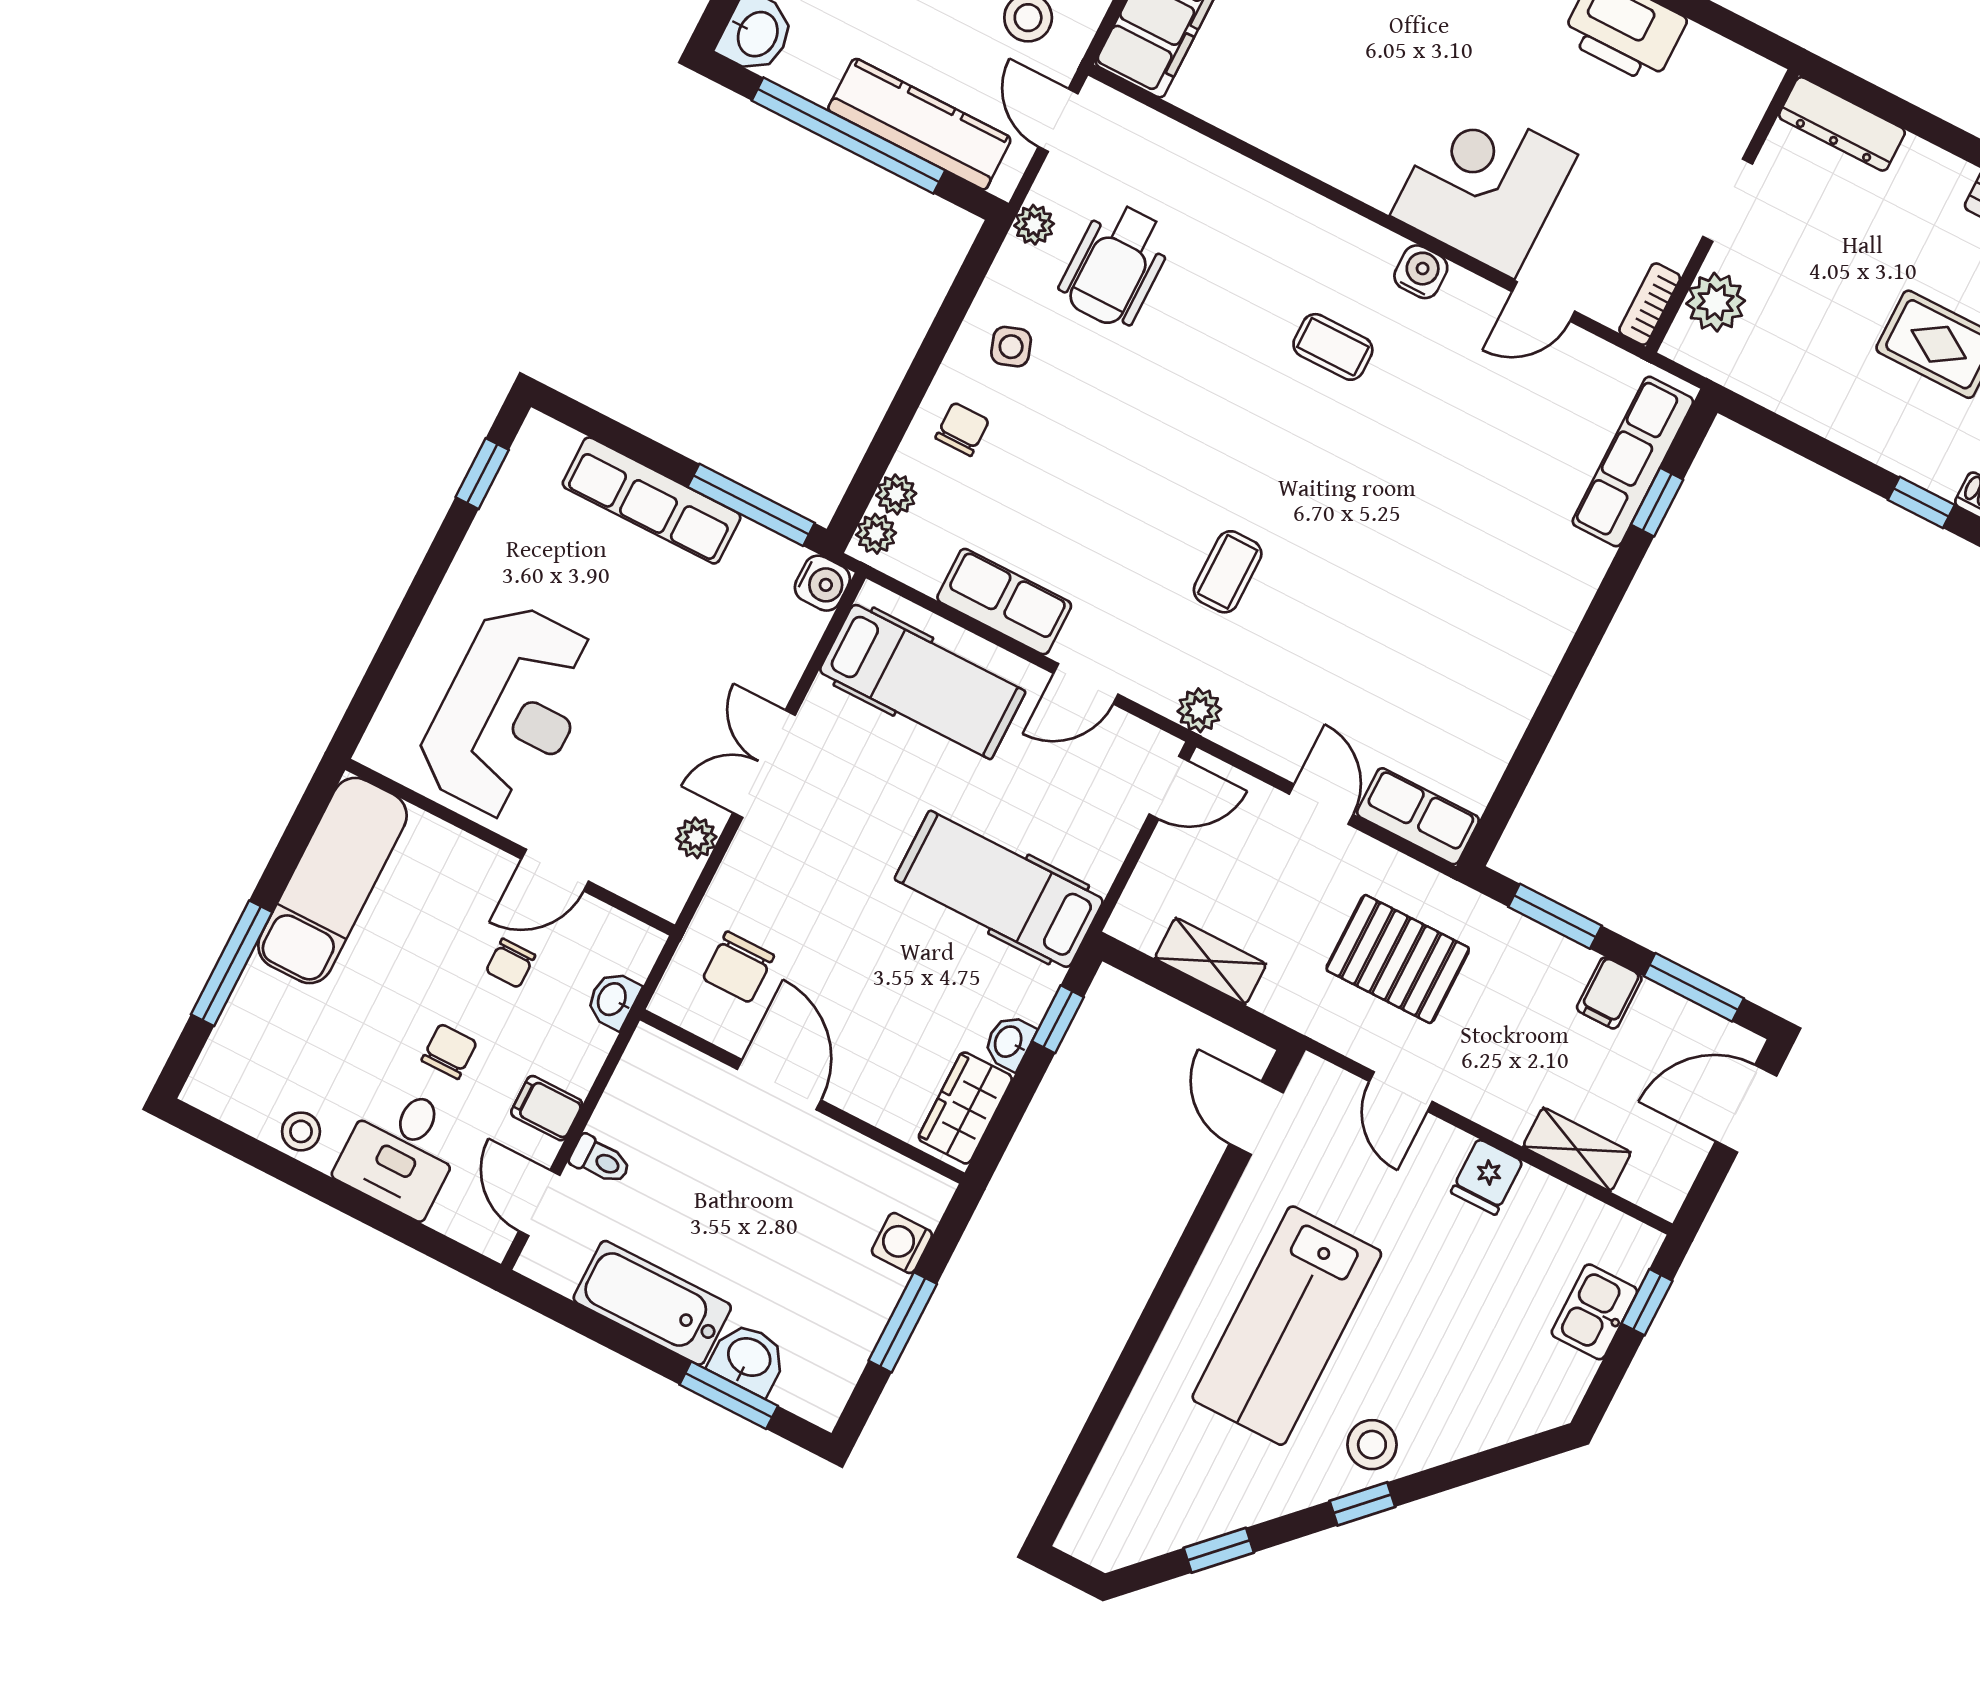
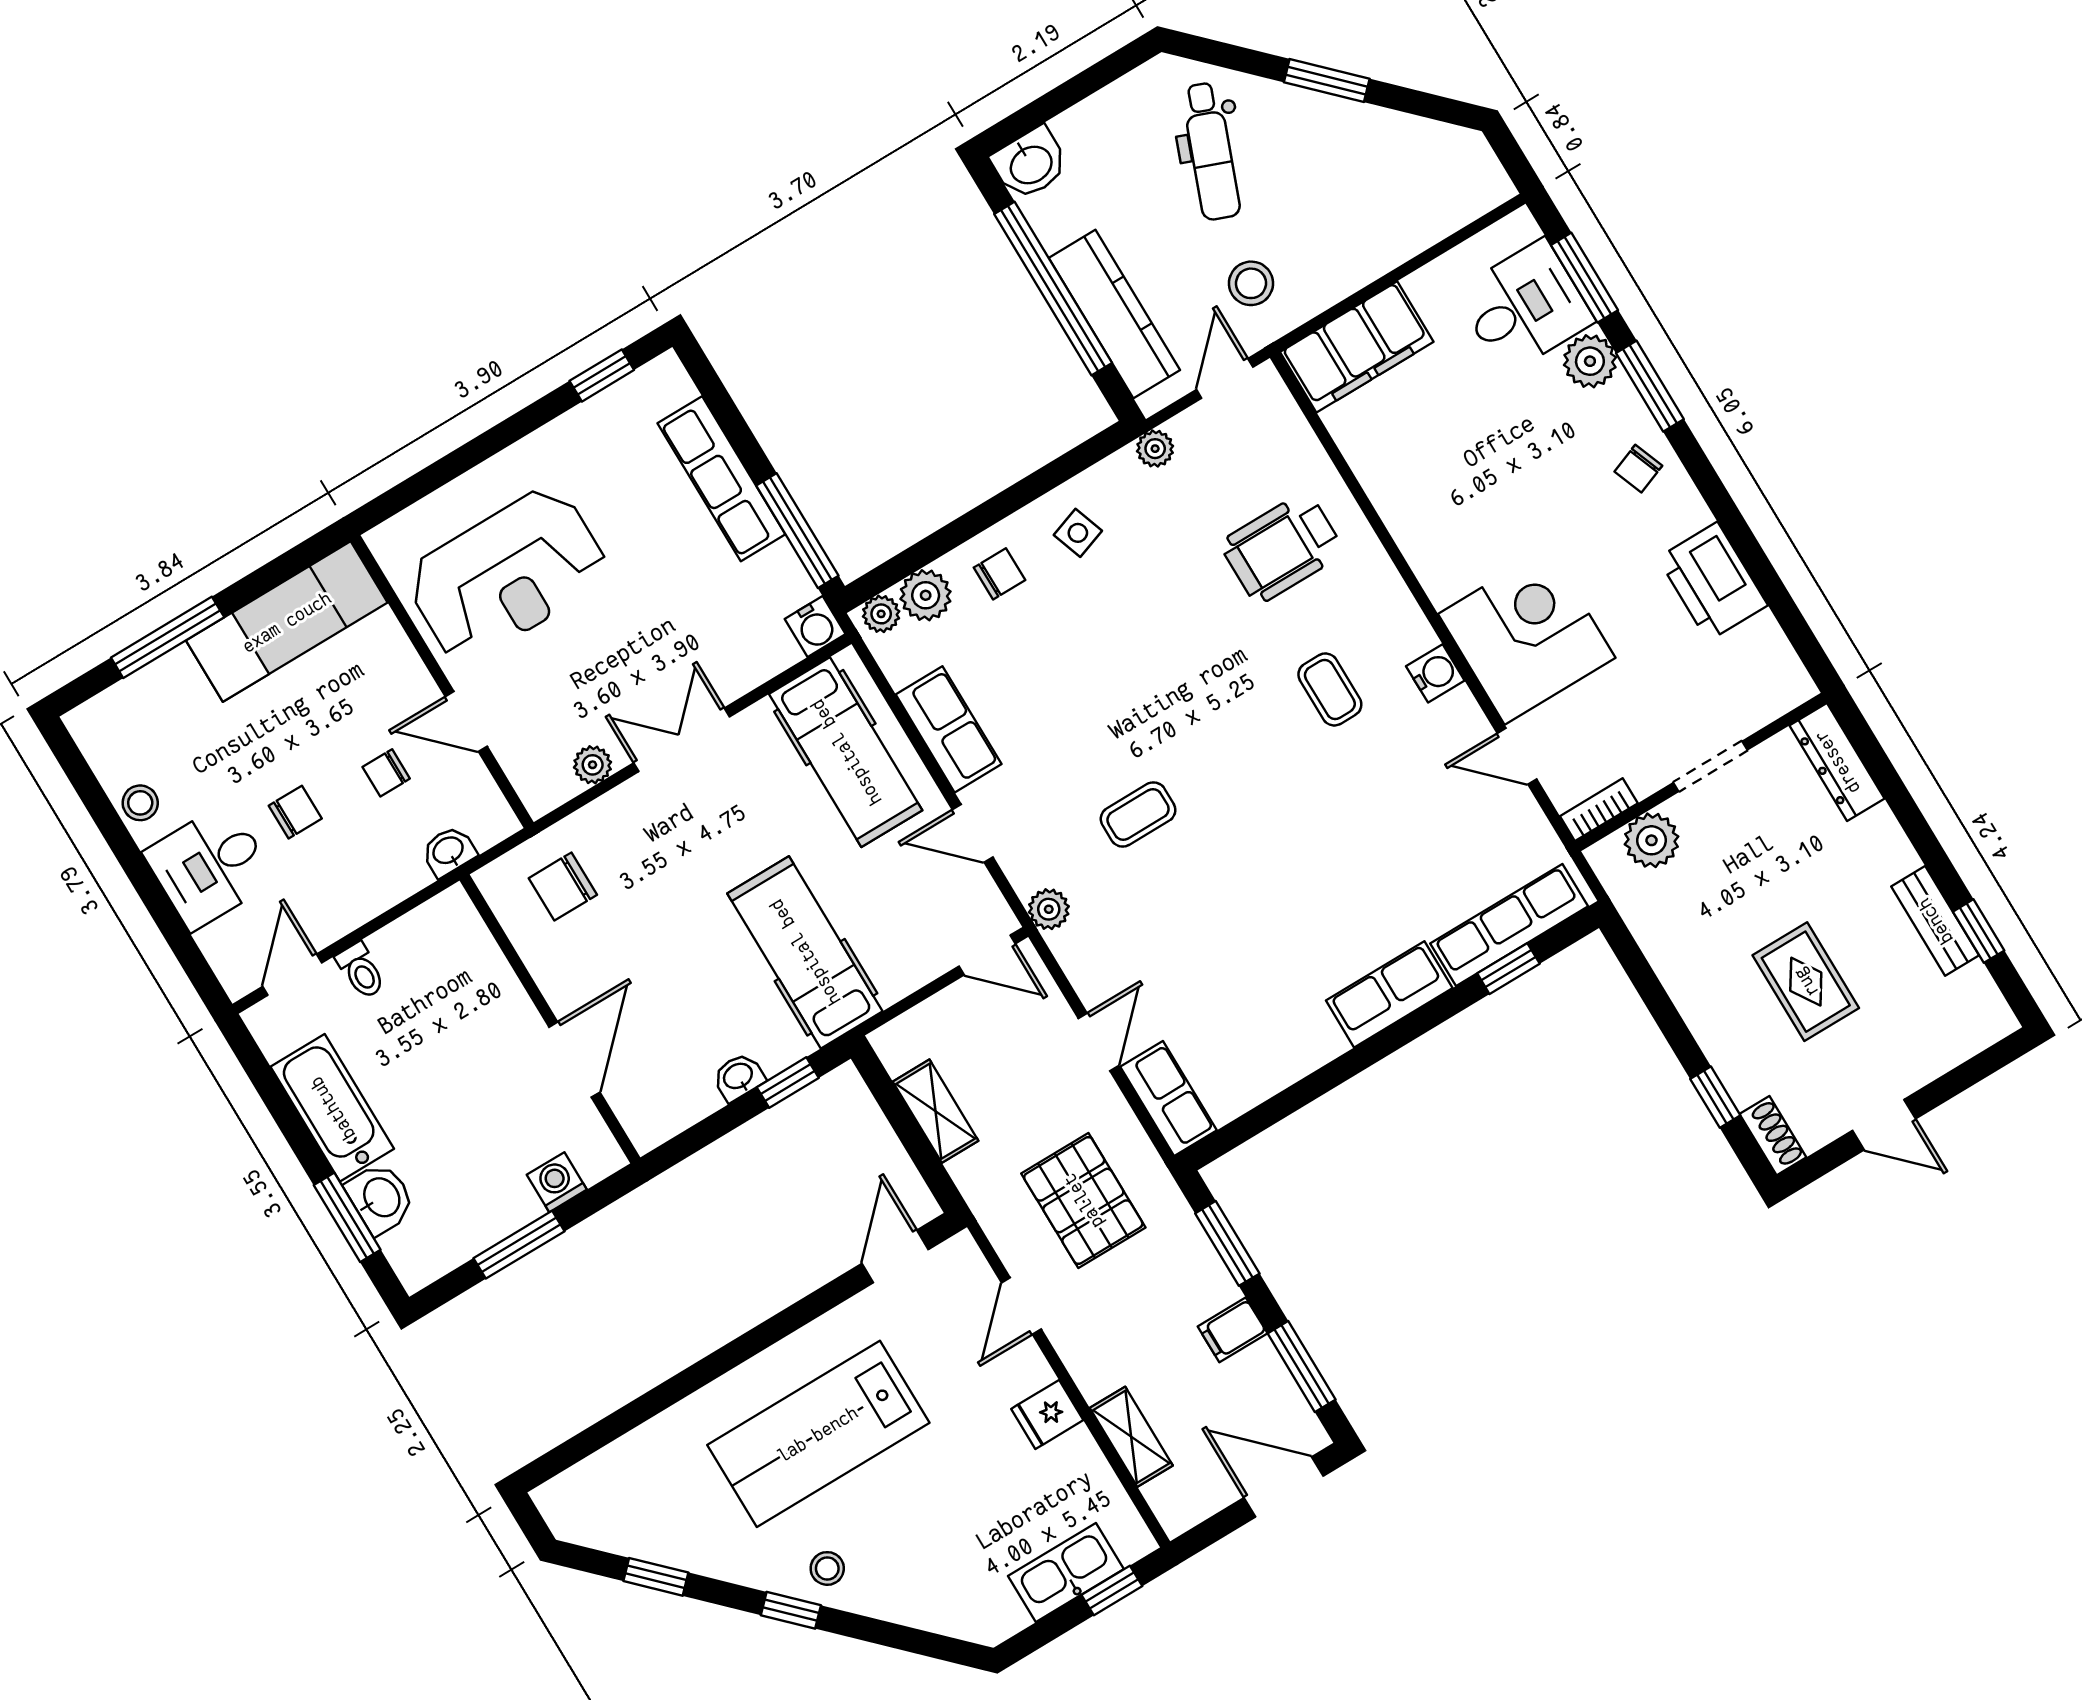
wheelchair: (1116, 265) -> (1282, 548), moved
plant: (896, 494) -> (926, 595), width x1.38, depth x1.38
row of seats: (1562, 594) -> (1389, 994), added
door: (779, 1085) -> (574, 1060), moved
filing cabinet: (547, 1108) -> (344, 904), removed
wardrobe: (965, 1108) -> (672, 1107), removed
kitchen sink: (1594, 1312) -> (1066, 1573), width x1.38
stool: (1372, 1445) -> (827, 1568), width x0.73, depth x0.73

